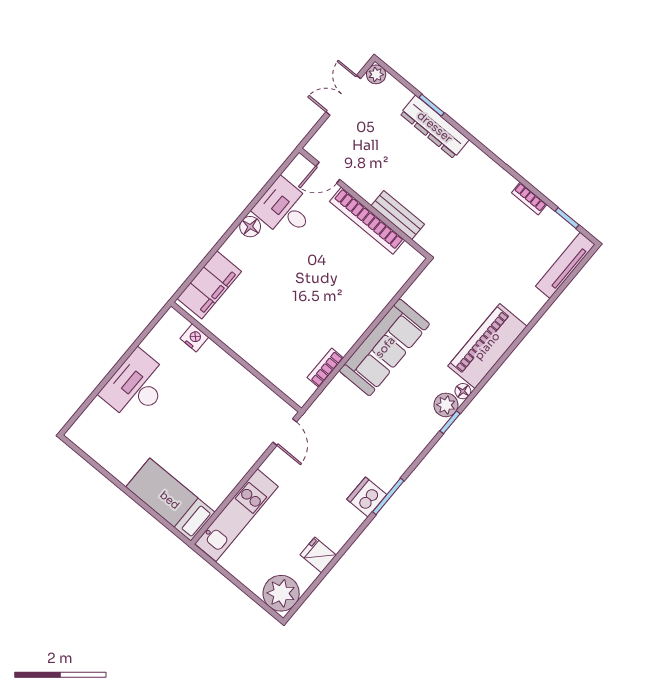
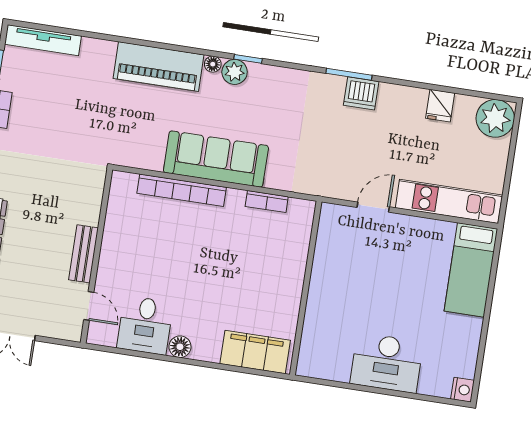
bench: (398, 215) -> (83, 254), moved
bookcase: (367, 221) -> (182, 190), moved, turned 90
nightstand: (194, 338) -> (463, 390), moved, turned 180
door: (285, 432) -> (373, 207), moved

